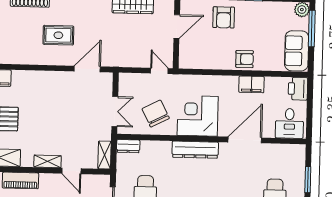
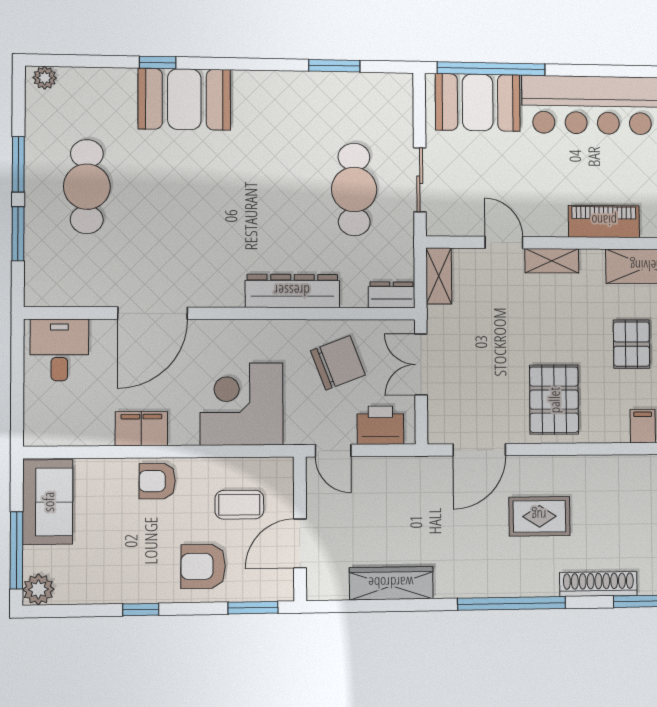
armchair: (224, 17) -> (203, 566), turned -90
coffee table: (205, 46) -> (239, 505), added
printer: (298, 89) -> (380, 425), moved, turned -90
pallet: (49, 92) -> (554, 400), added
chair: (156, 114) -> (338, 363), turned -84
corner desk: (198, 116) -> (242, 404), moved, turned 180
dresser: (195, 150) -> (292, 291), moved

